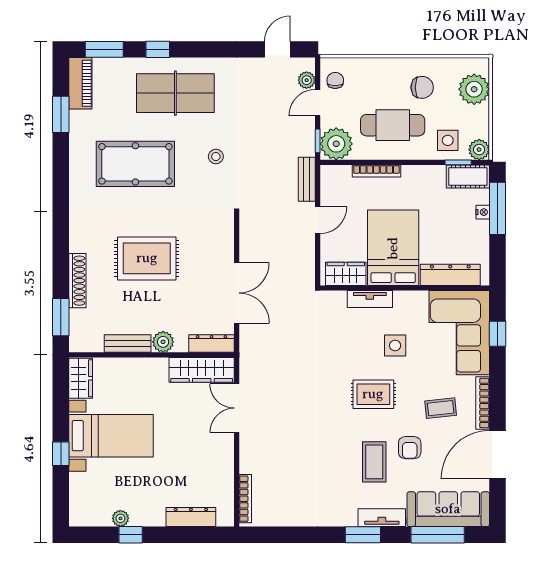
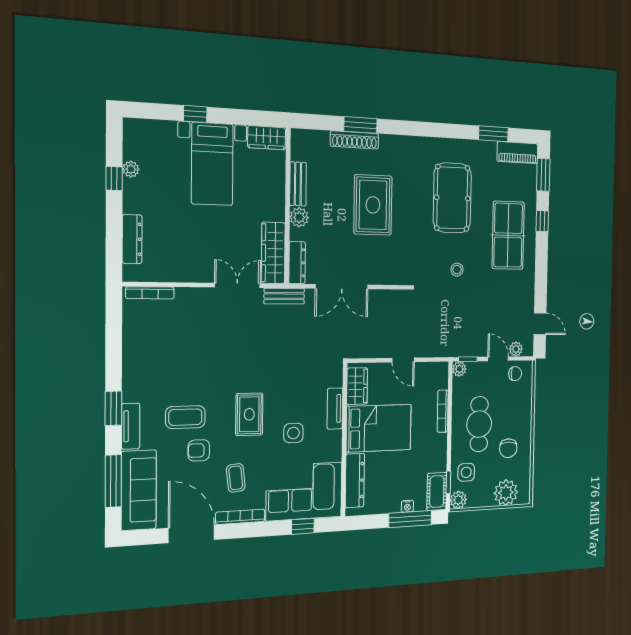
plant: (336, 144) -> (459, 369), width x0.53, depth x0.53
bench: (307, 179) -> (284, 296), moved
window: (61, 317) -> (360, 125), moved

